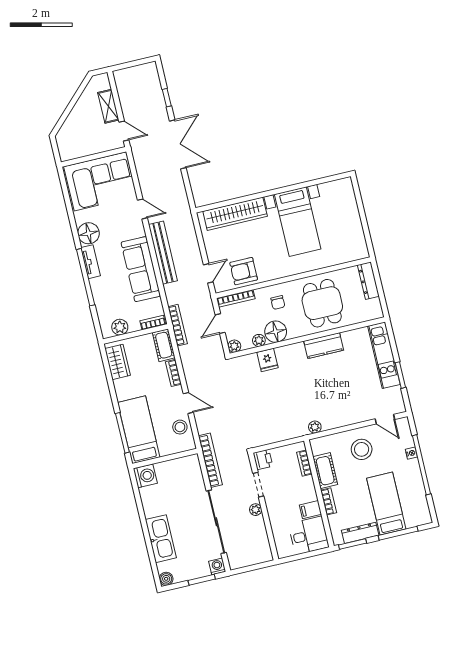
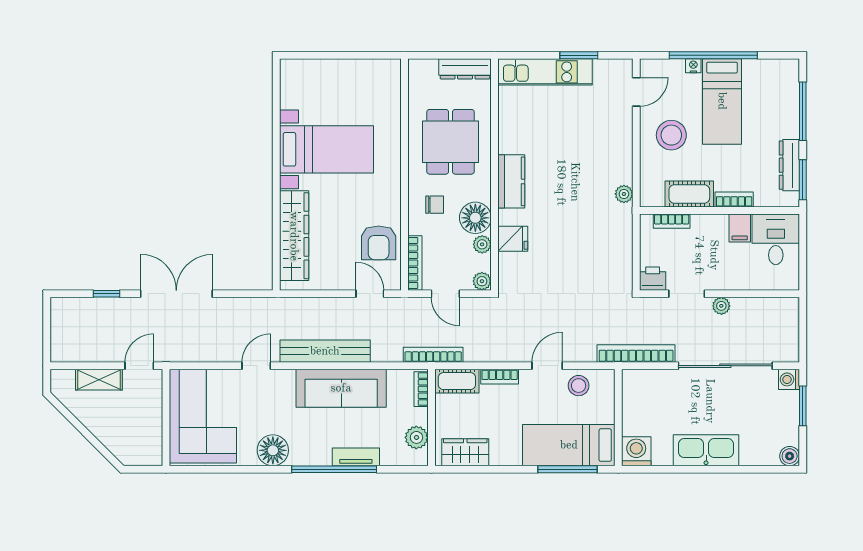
tv unit: (91, 262) -> (356, 457), moved
dresser: (368, 281) -> (465, 69), moved
dining table: (322, 303) -> (451, 142), turned 90
kitchen counter: (324, 346) -> (511, 181), moved
bed: (386, 504) -> (722, 101), moved, turned -90
kitchen sink: (161, 539) -> (706, 450), moved

